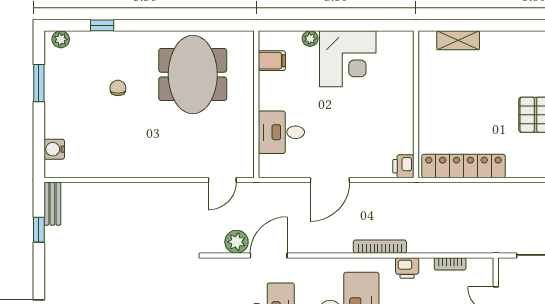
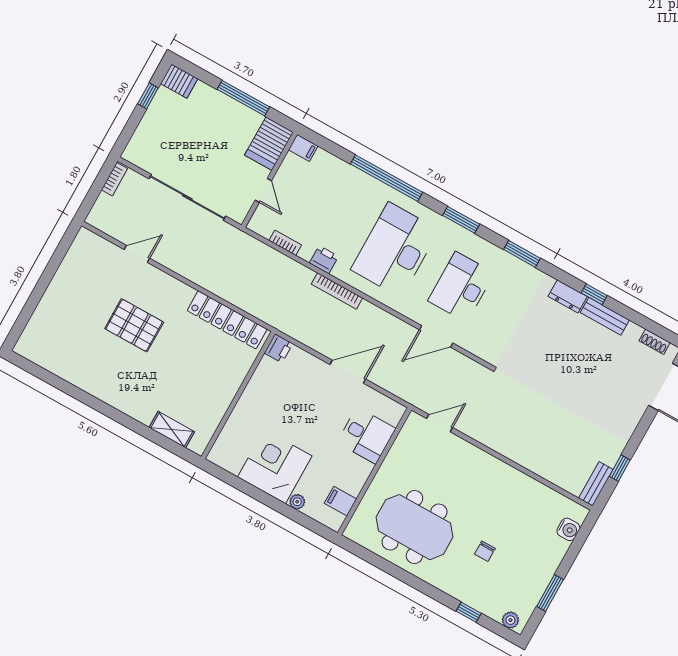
meeting table: (193, 75) -> (415, 527), turned 90
plant: (237, 242) -> (457, 363), removed

